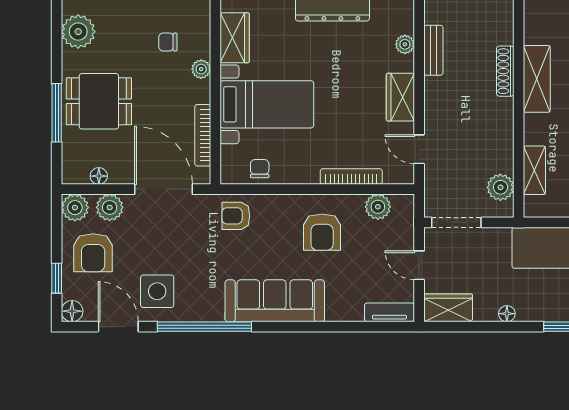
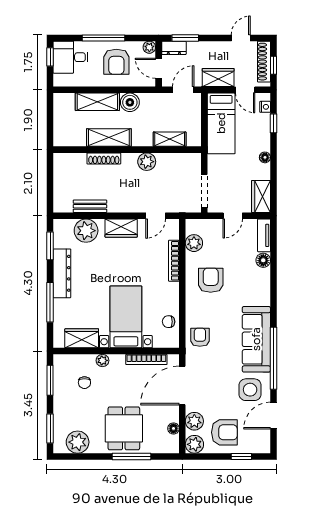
plant: (405, 44) -> (86, 231), width x1.88, depth x1.88
plant: (500, 187) -> (147, 162), moved
armchair: (236, 216) -> (200, 337), turned 180
armchair: (322, 232) -> (211, 280), turned -90
sofa: (275, 301) -> (256, 339), moved
floor lamp: (72, 311) -> (263, 260), moved

